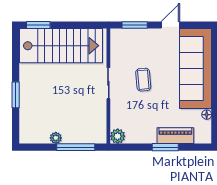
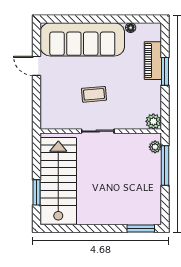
window: (38, 25) -> (37, 192), moved
window: (135, 25) -> (37, 103), removed
window: (16, 95) -> (141, 229), moved
plant: (56, 138) -> (155, 147), moved

